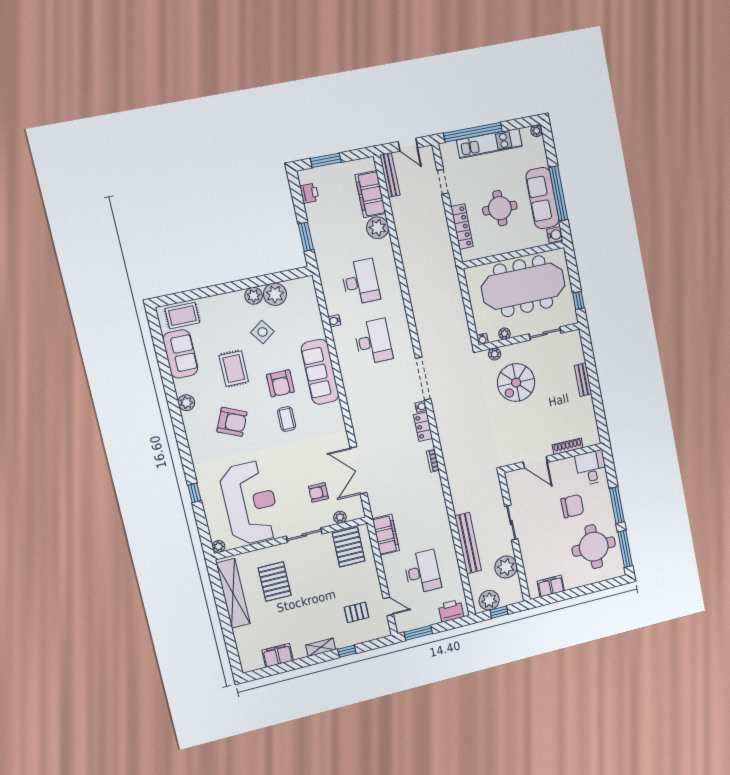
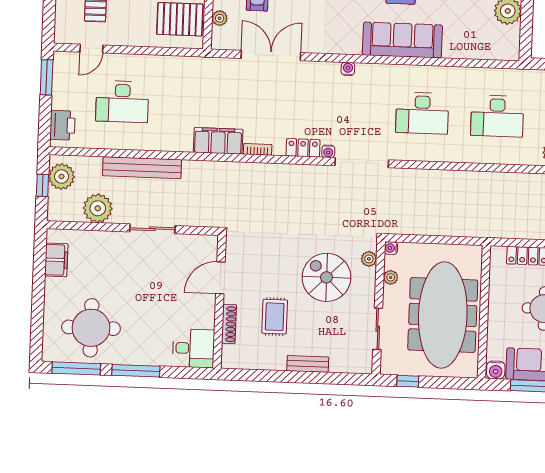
water cooler: (334, 321) -> (348, 69), moved
rug: (554, 414) -> (275, 317), added
chair: (572, 506) -> (151, 312), removed
filing cabinet: (386, 535) -> (218, 141), moved, turned 180

